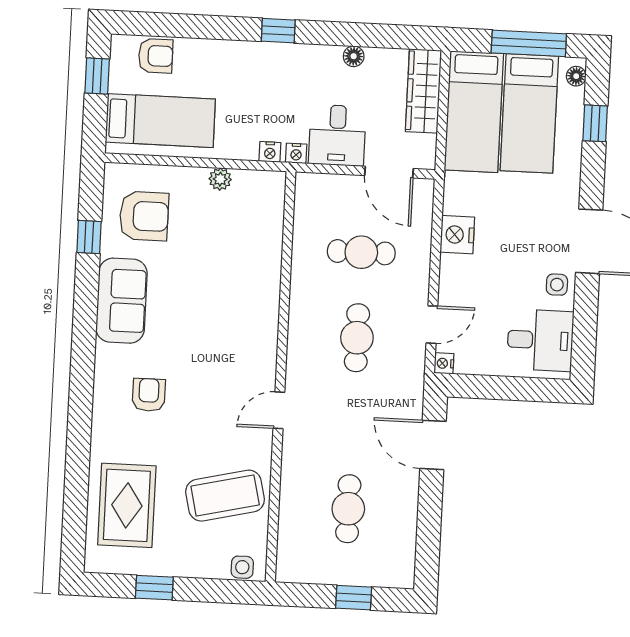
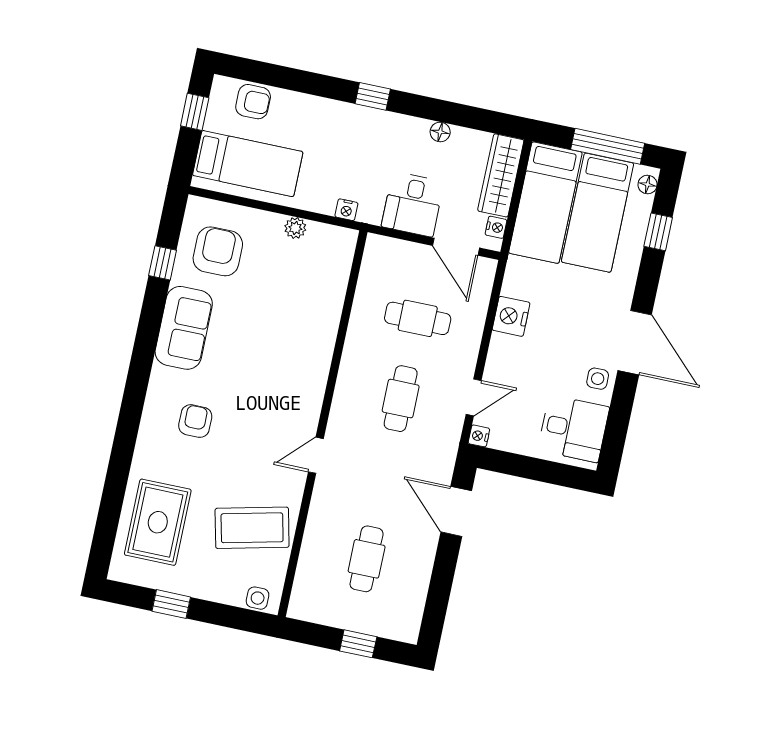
nightstand: (296, 153) -> (496, 227), moved, turned -90
armchair: (144, 216) -> (218, 251), turned -90

